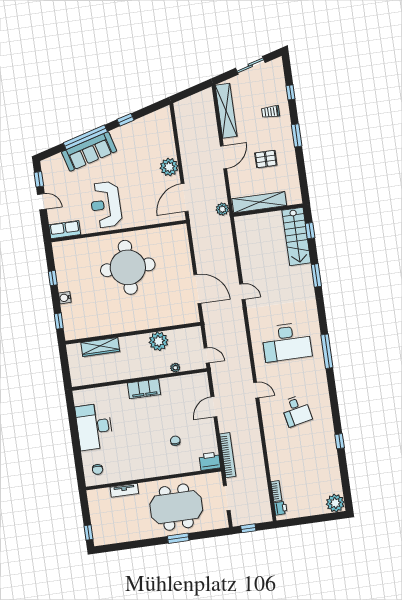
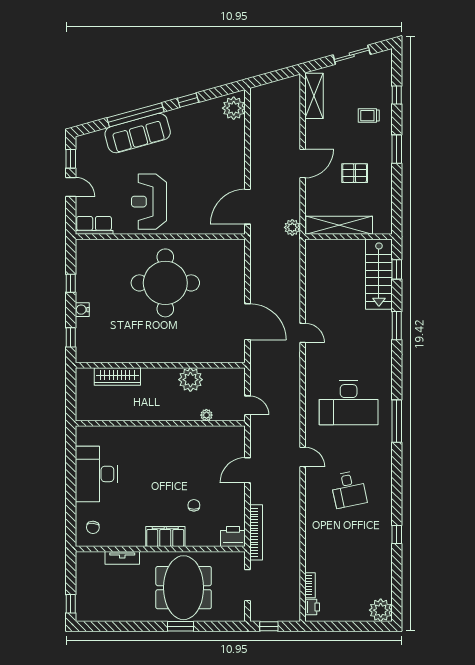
shelving: (226, 111) -> (314, 96), width x0.68
plant: (169, 167) -> (234, 108), moved
filing cabinet: (144, 389) -> (165, 537), moved, turned 180
meeting table: (176, 507) -> (184, 588), turned 90

